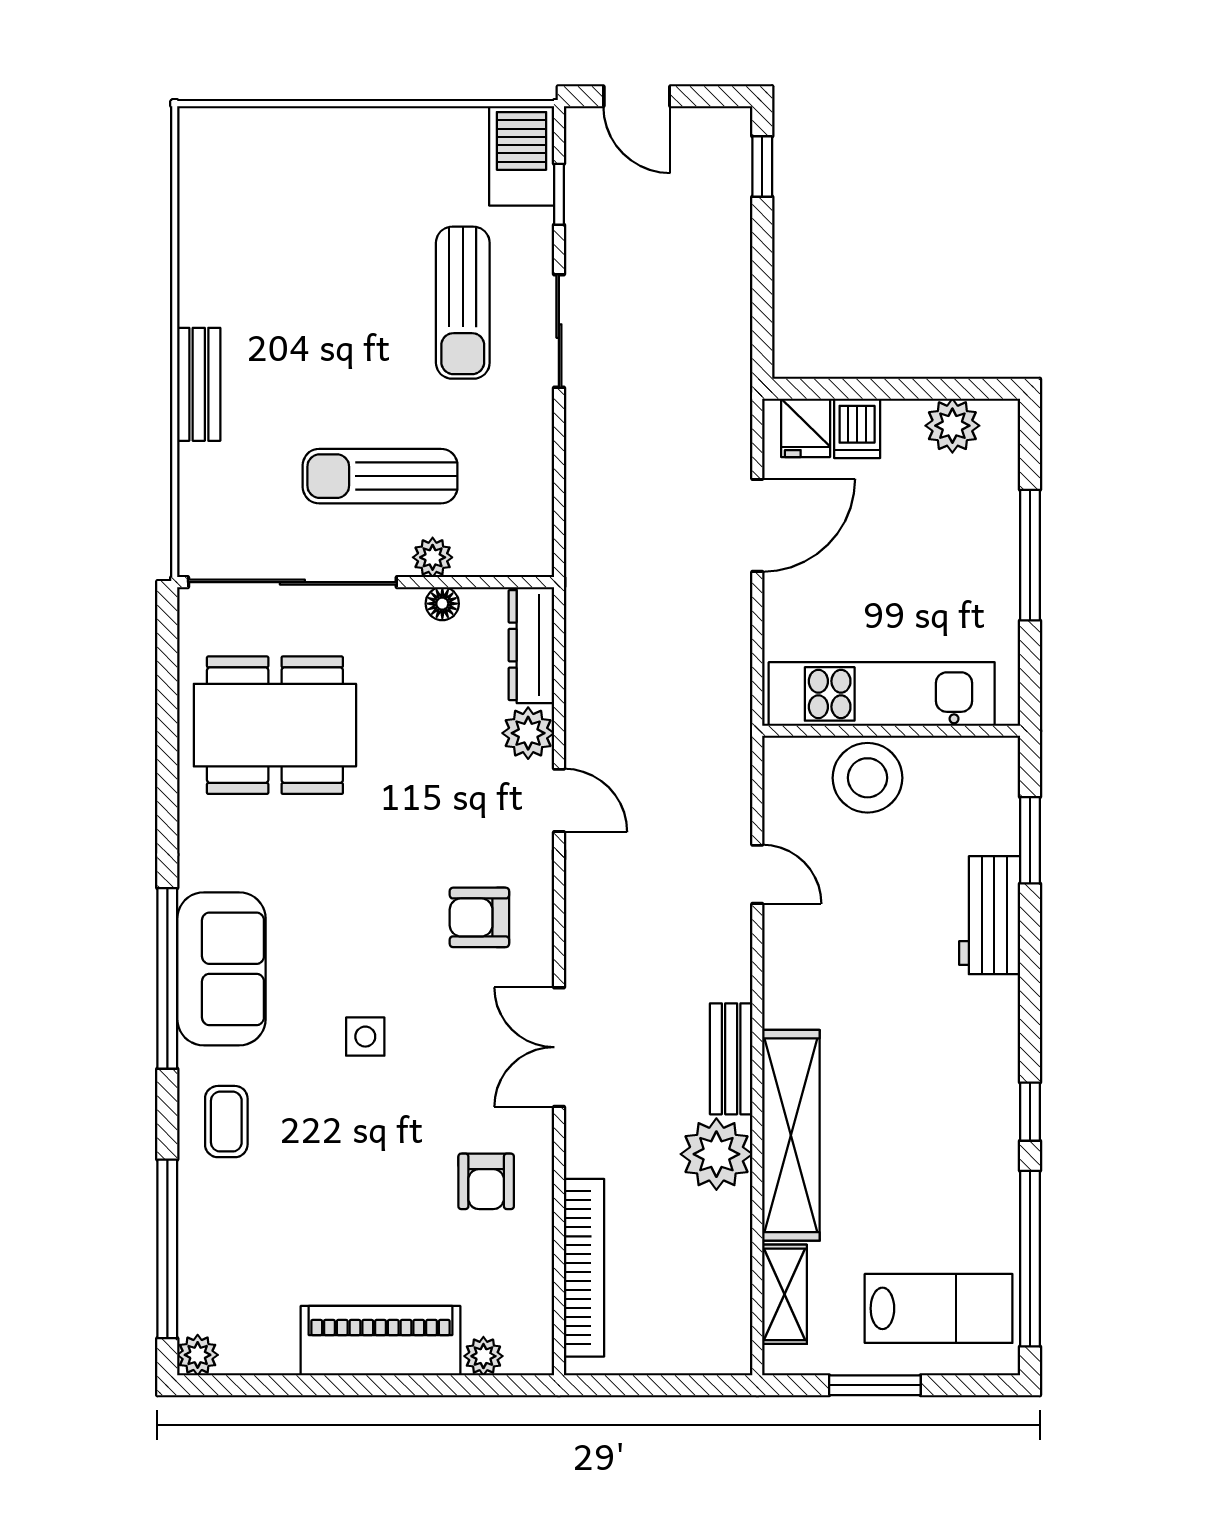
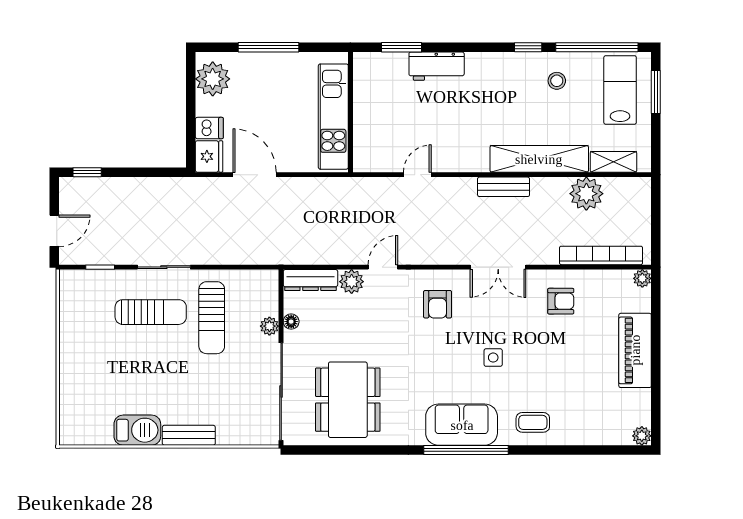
barbecue: (522, 156) -> (137, 430), moved, turned 180
plant: (952, 426) -> (213, 79), width x1.36, depth x1.36
fridge: (806, 428) -> (209, 156), width x1.38
sun lounger: (380, 476) -> (212, 318), moved
stool: (868, 778) -> (557, 81), moved, width x0.53, depth x0.53
plant: (716, 1154) -> (586, 194), moved
window: (167, 1249) -> (592, 450), removed
plant: (483, 1356) -> (642, 278), moved
window: (875, 1385) -> (656, 92), moved

